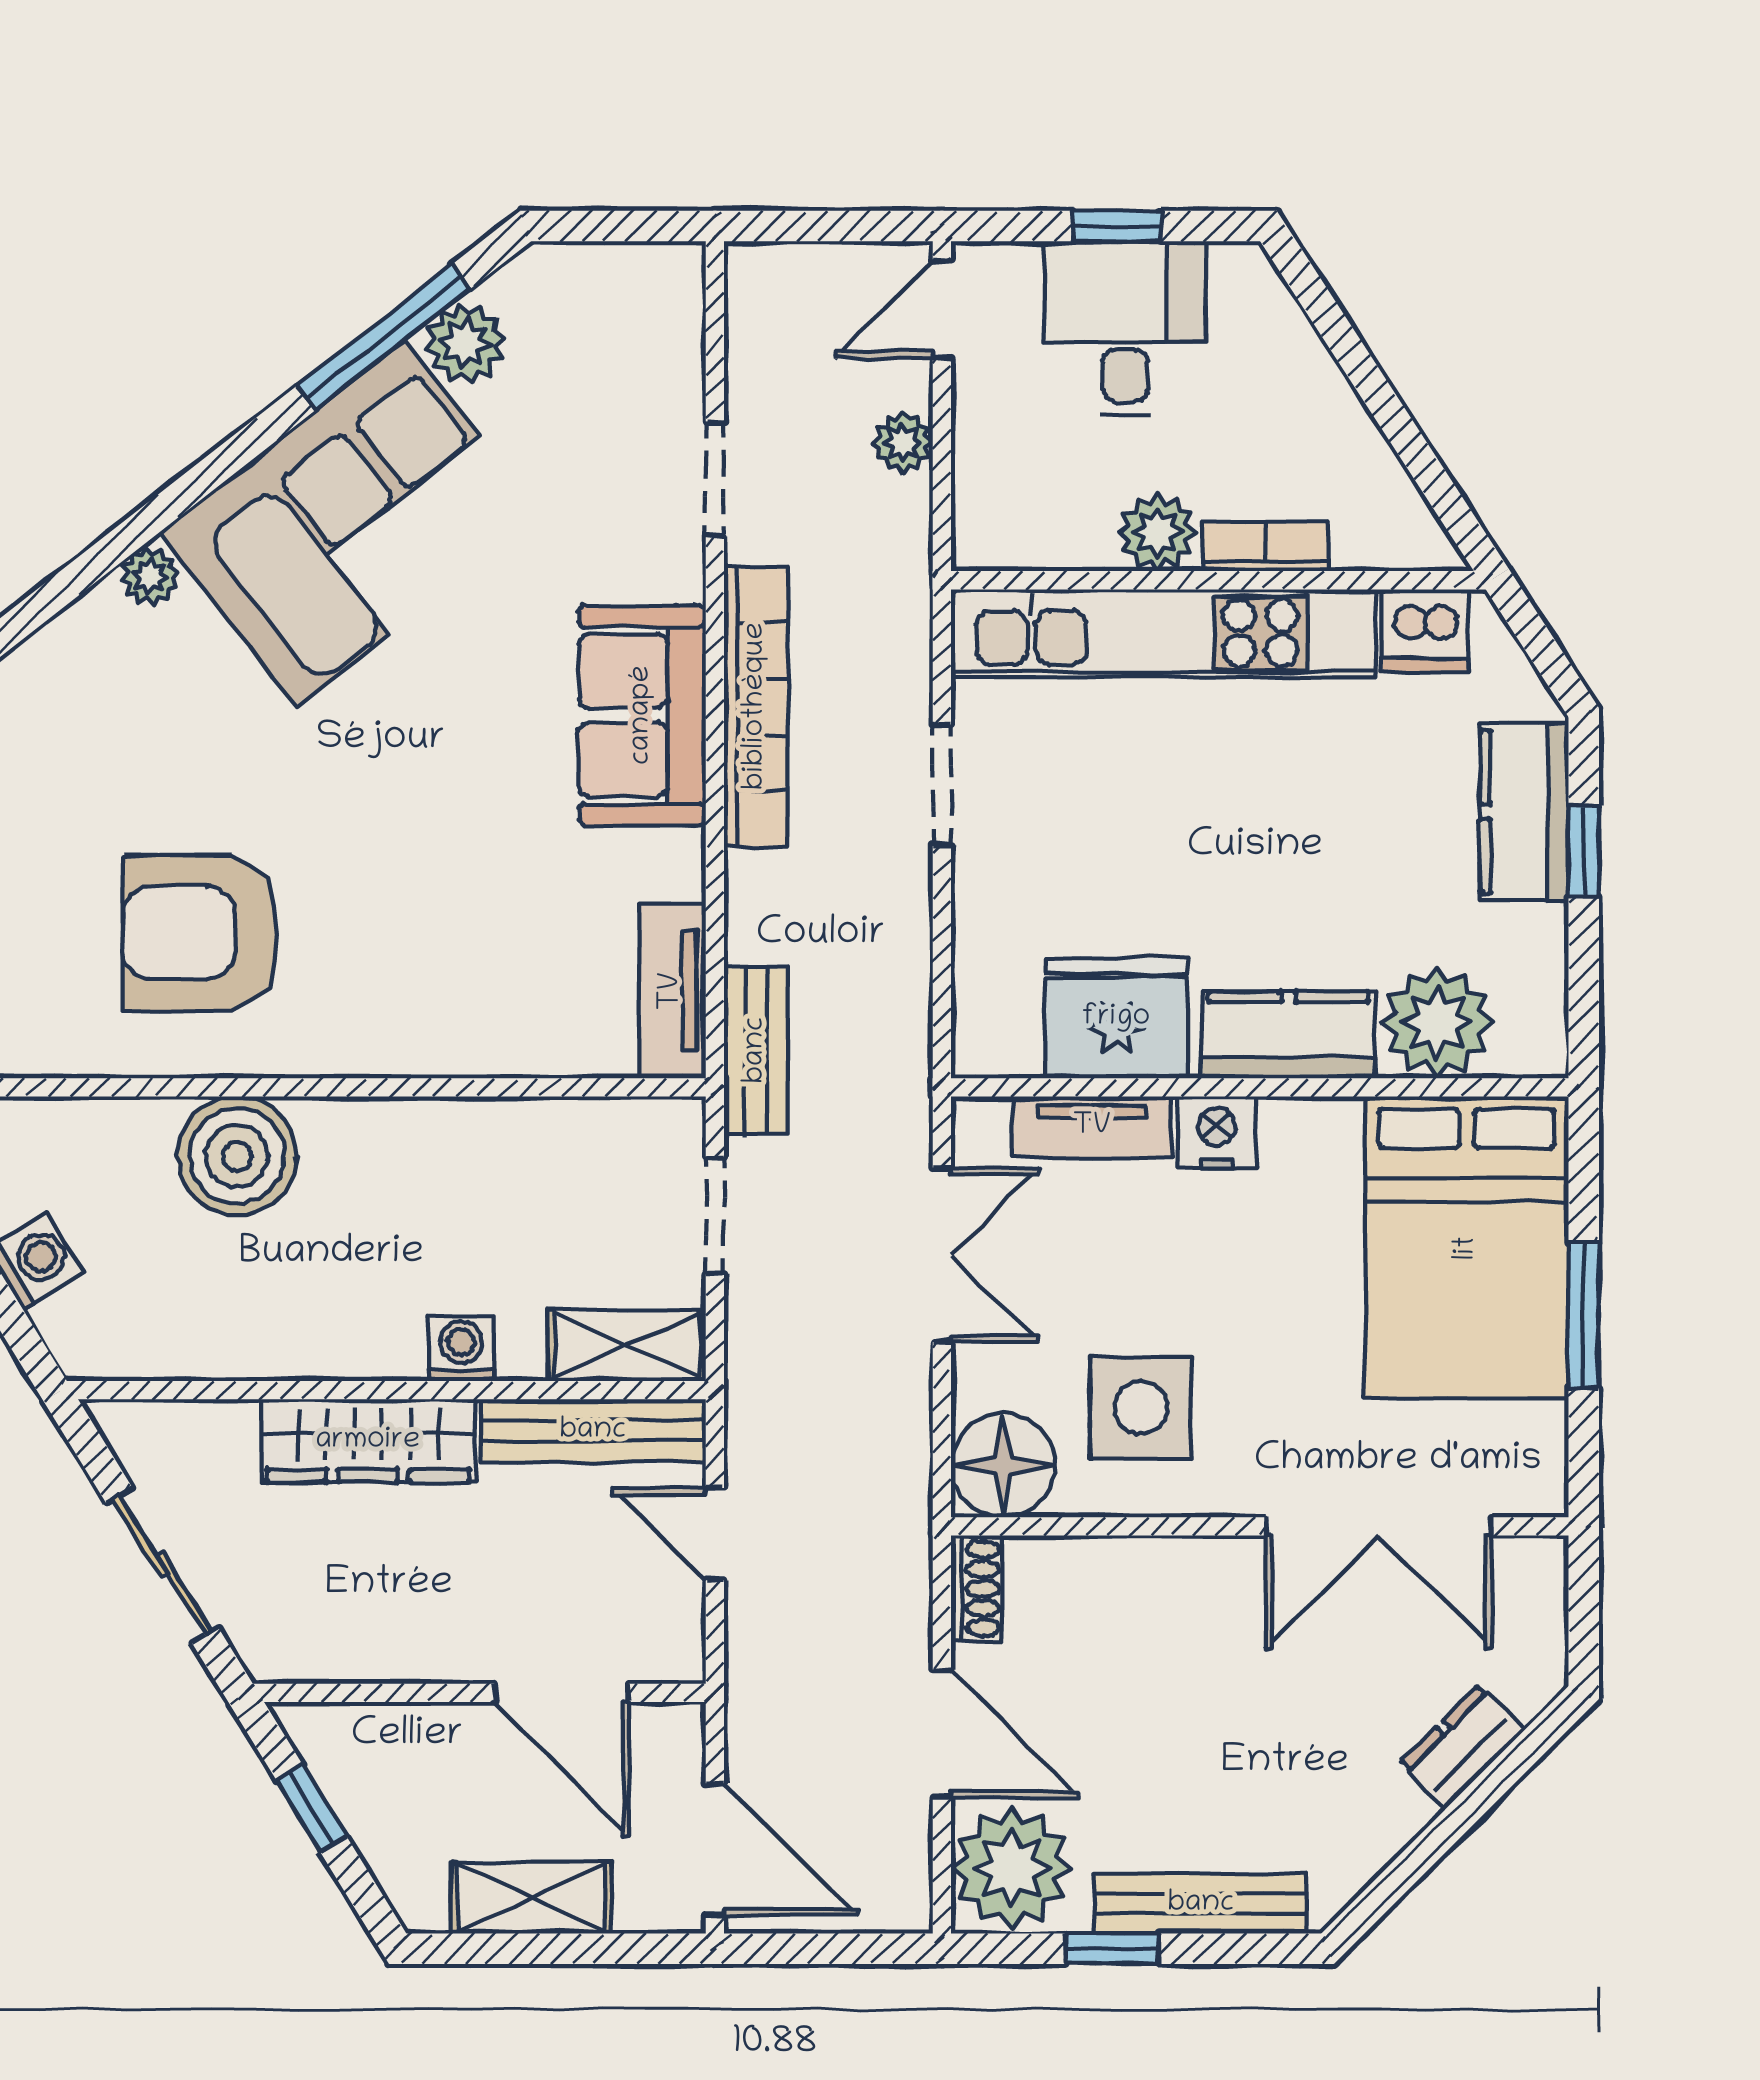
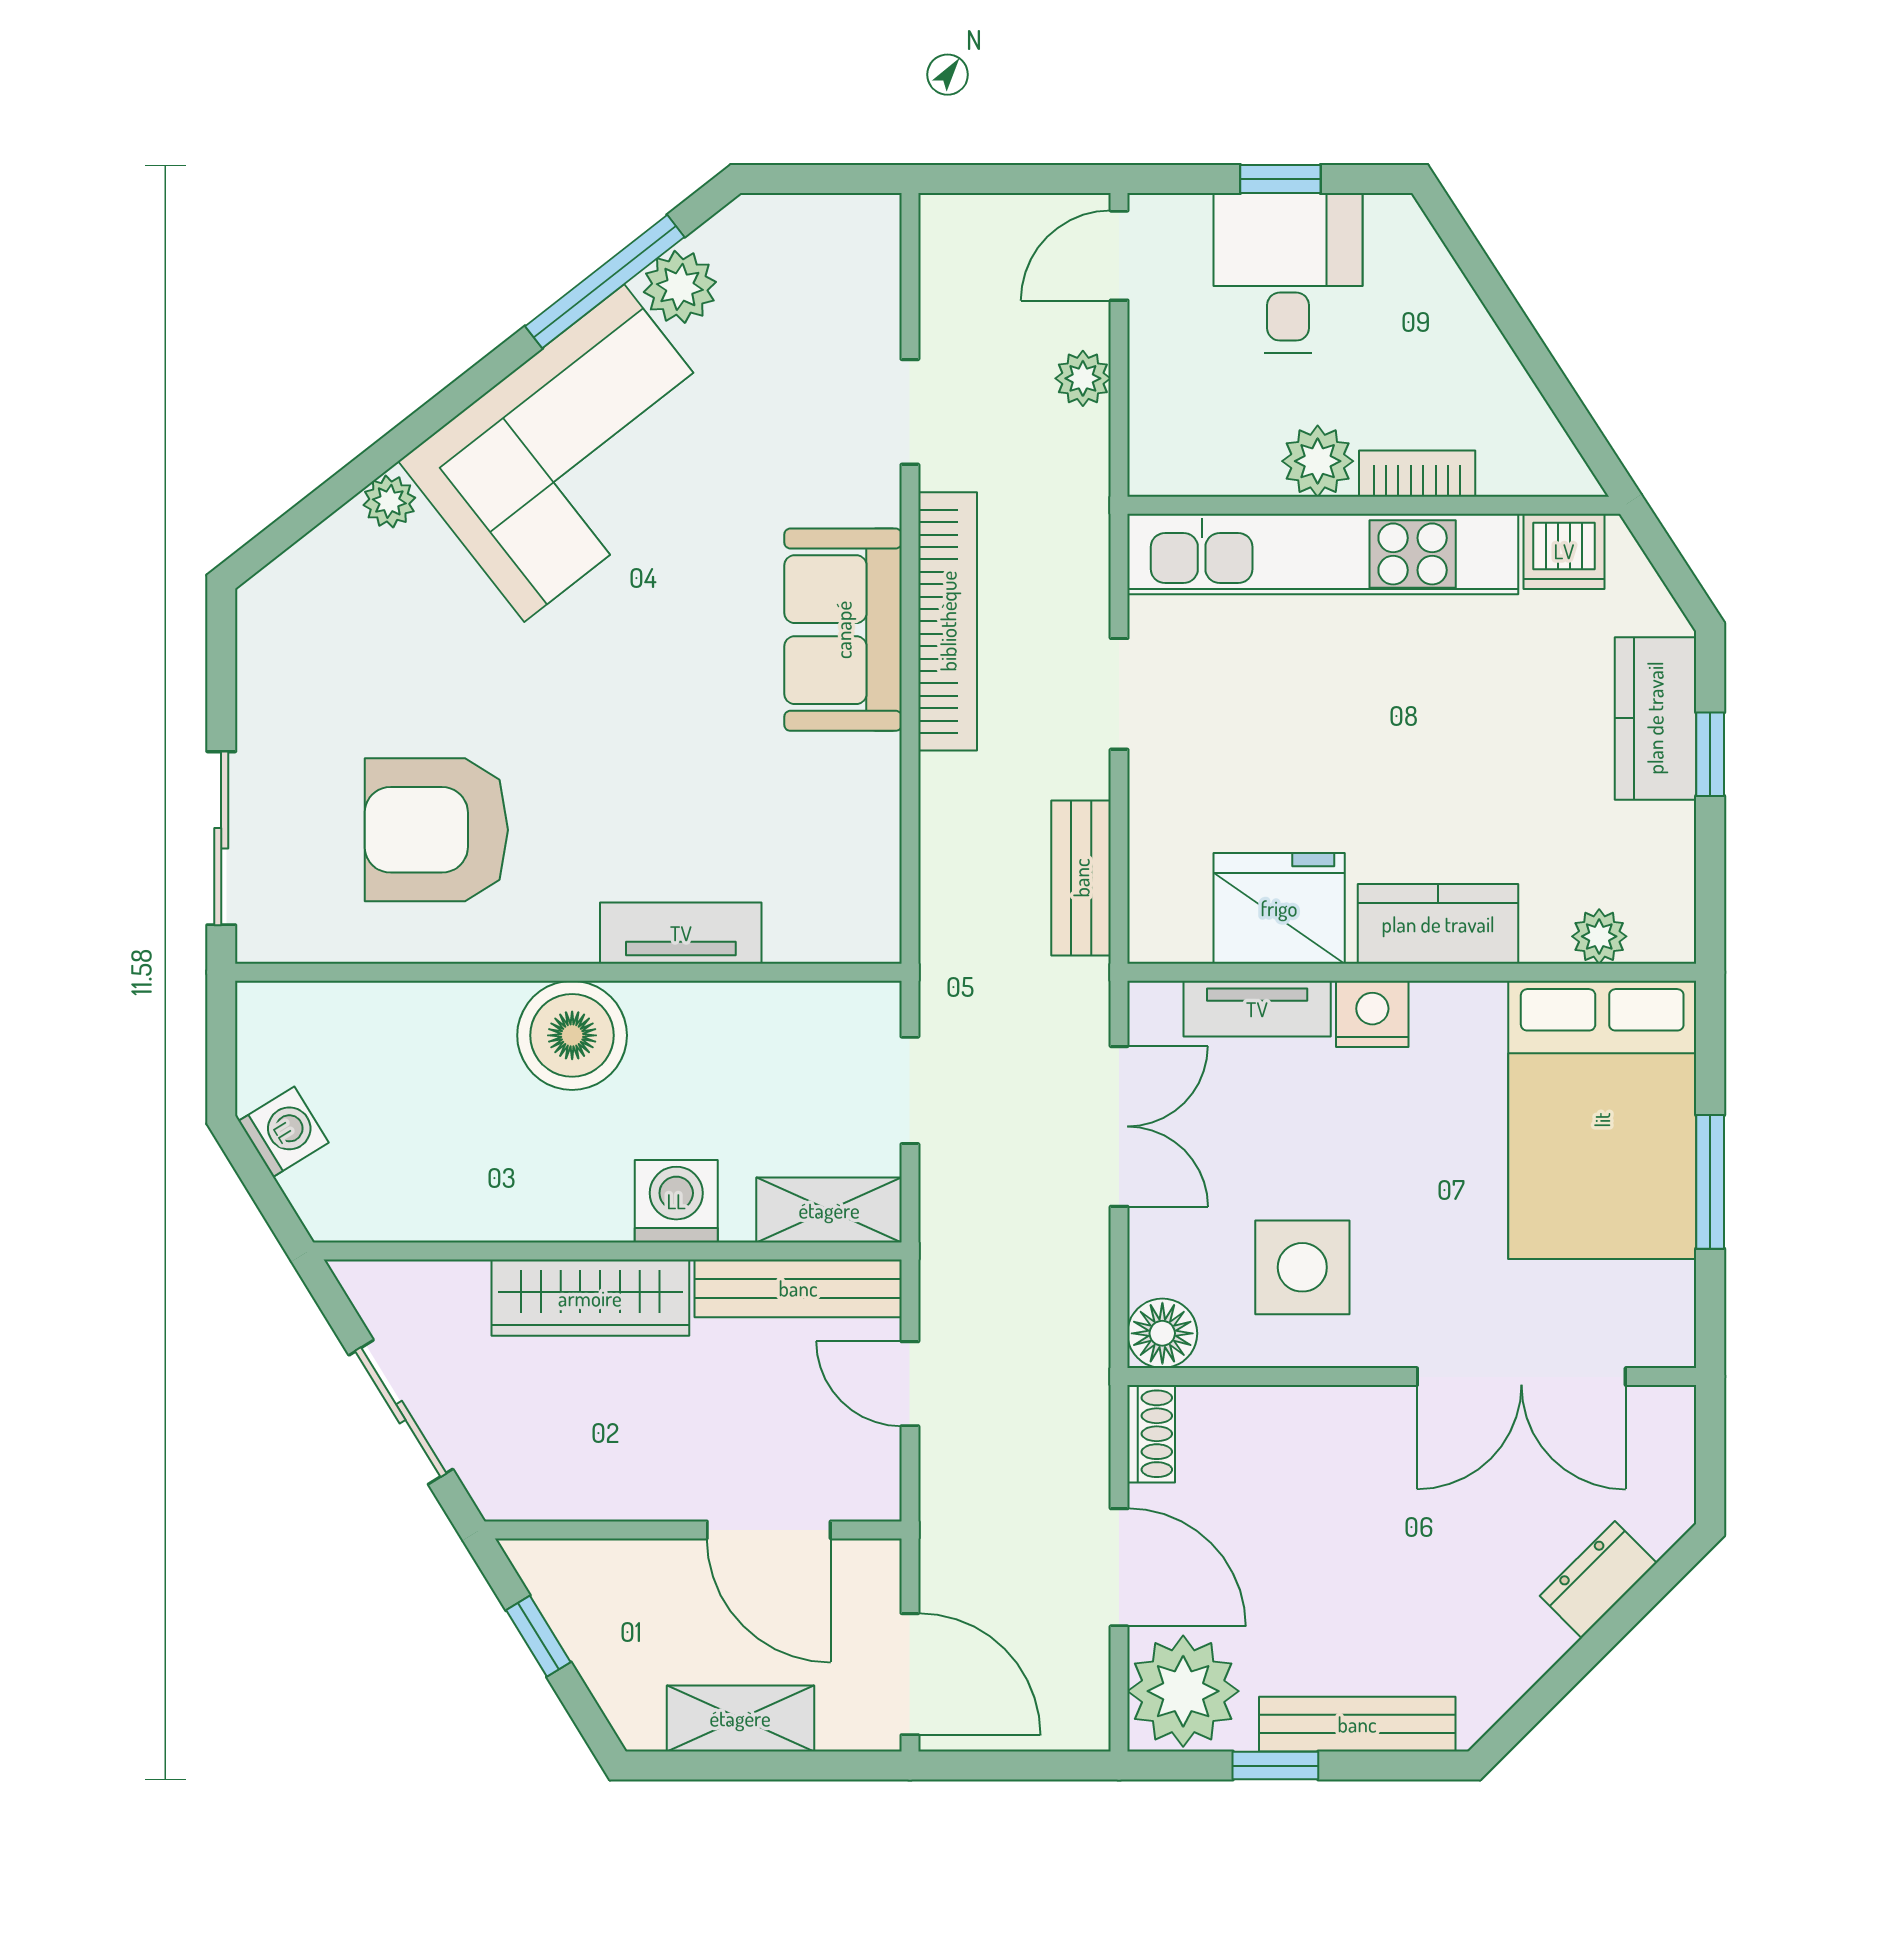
tv unit: (672, 991) -> (681, 933), moved, turned 90
plant: (1437, 1022) -> (1599, 936), width x0.53, depth x0.53
bench: (756, 1050) -> (1081, 878), moved
boiler: (237, 1156) -> (572, 1035), moved
washing machine: (461, 1348) -> (676, 1201), width x1.38, depth x1.38
floor lamp: (1003, 1465) -> (1162, 1333), width x0.73, depth x0.73

